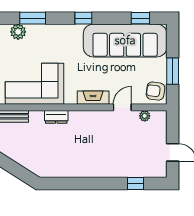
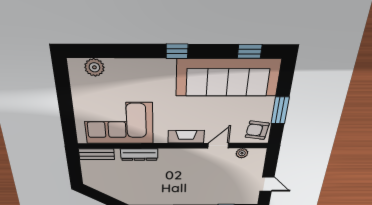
window: (33, 18) -> (112, 51), removed
dresser: (56, 117) -> (139, 155), width x1.44

